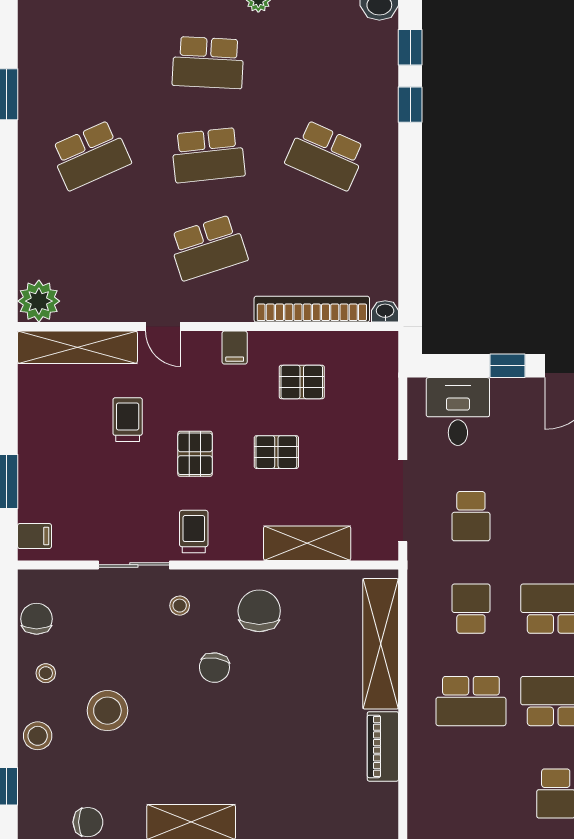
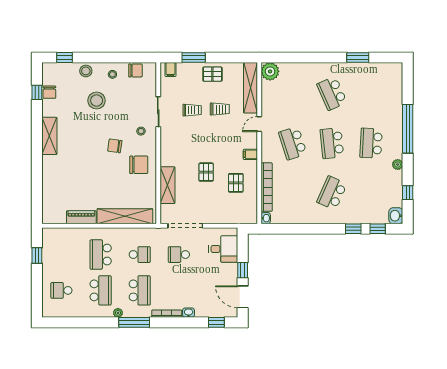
pallet: (195, 454) -> (212, 74), moved
trolley: (194, 532) -> (192, 110), moved

